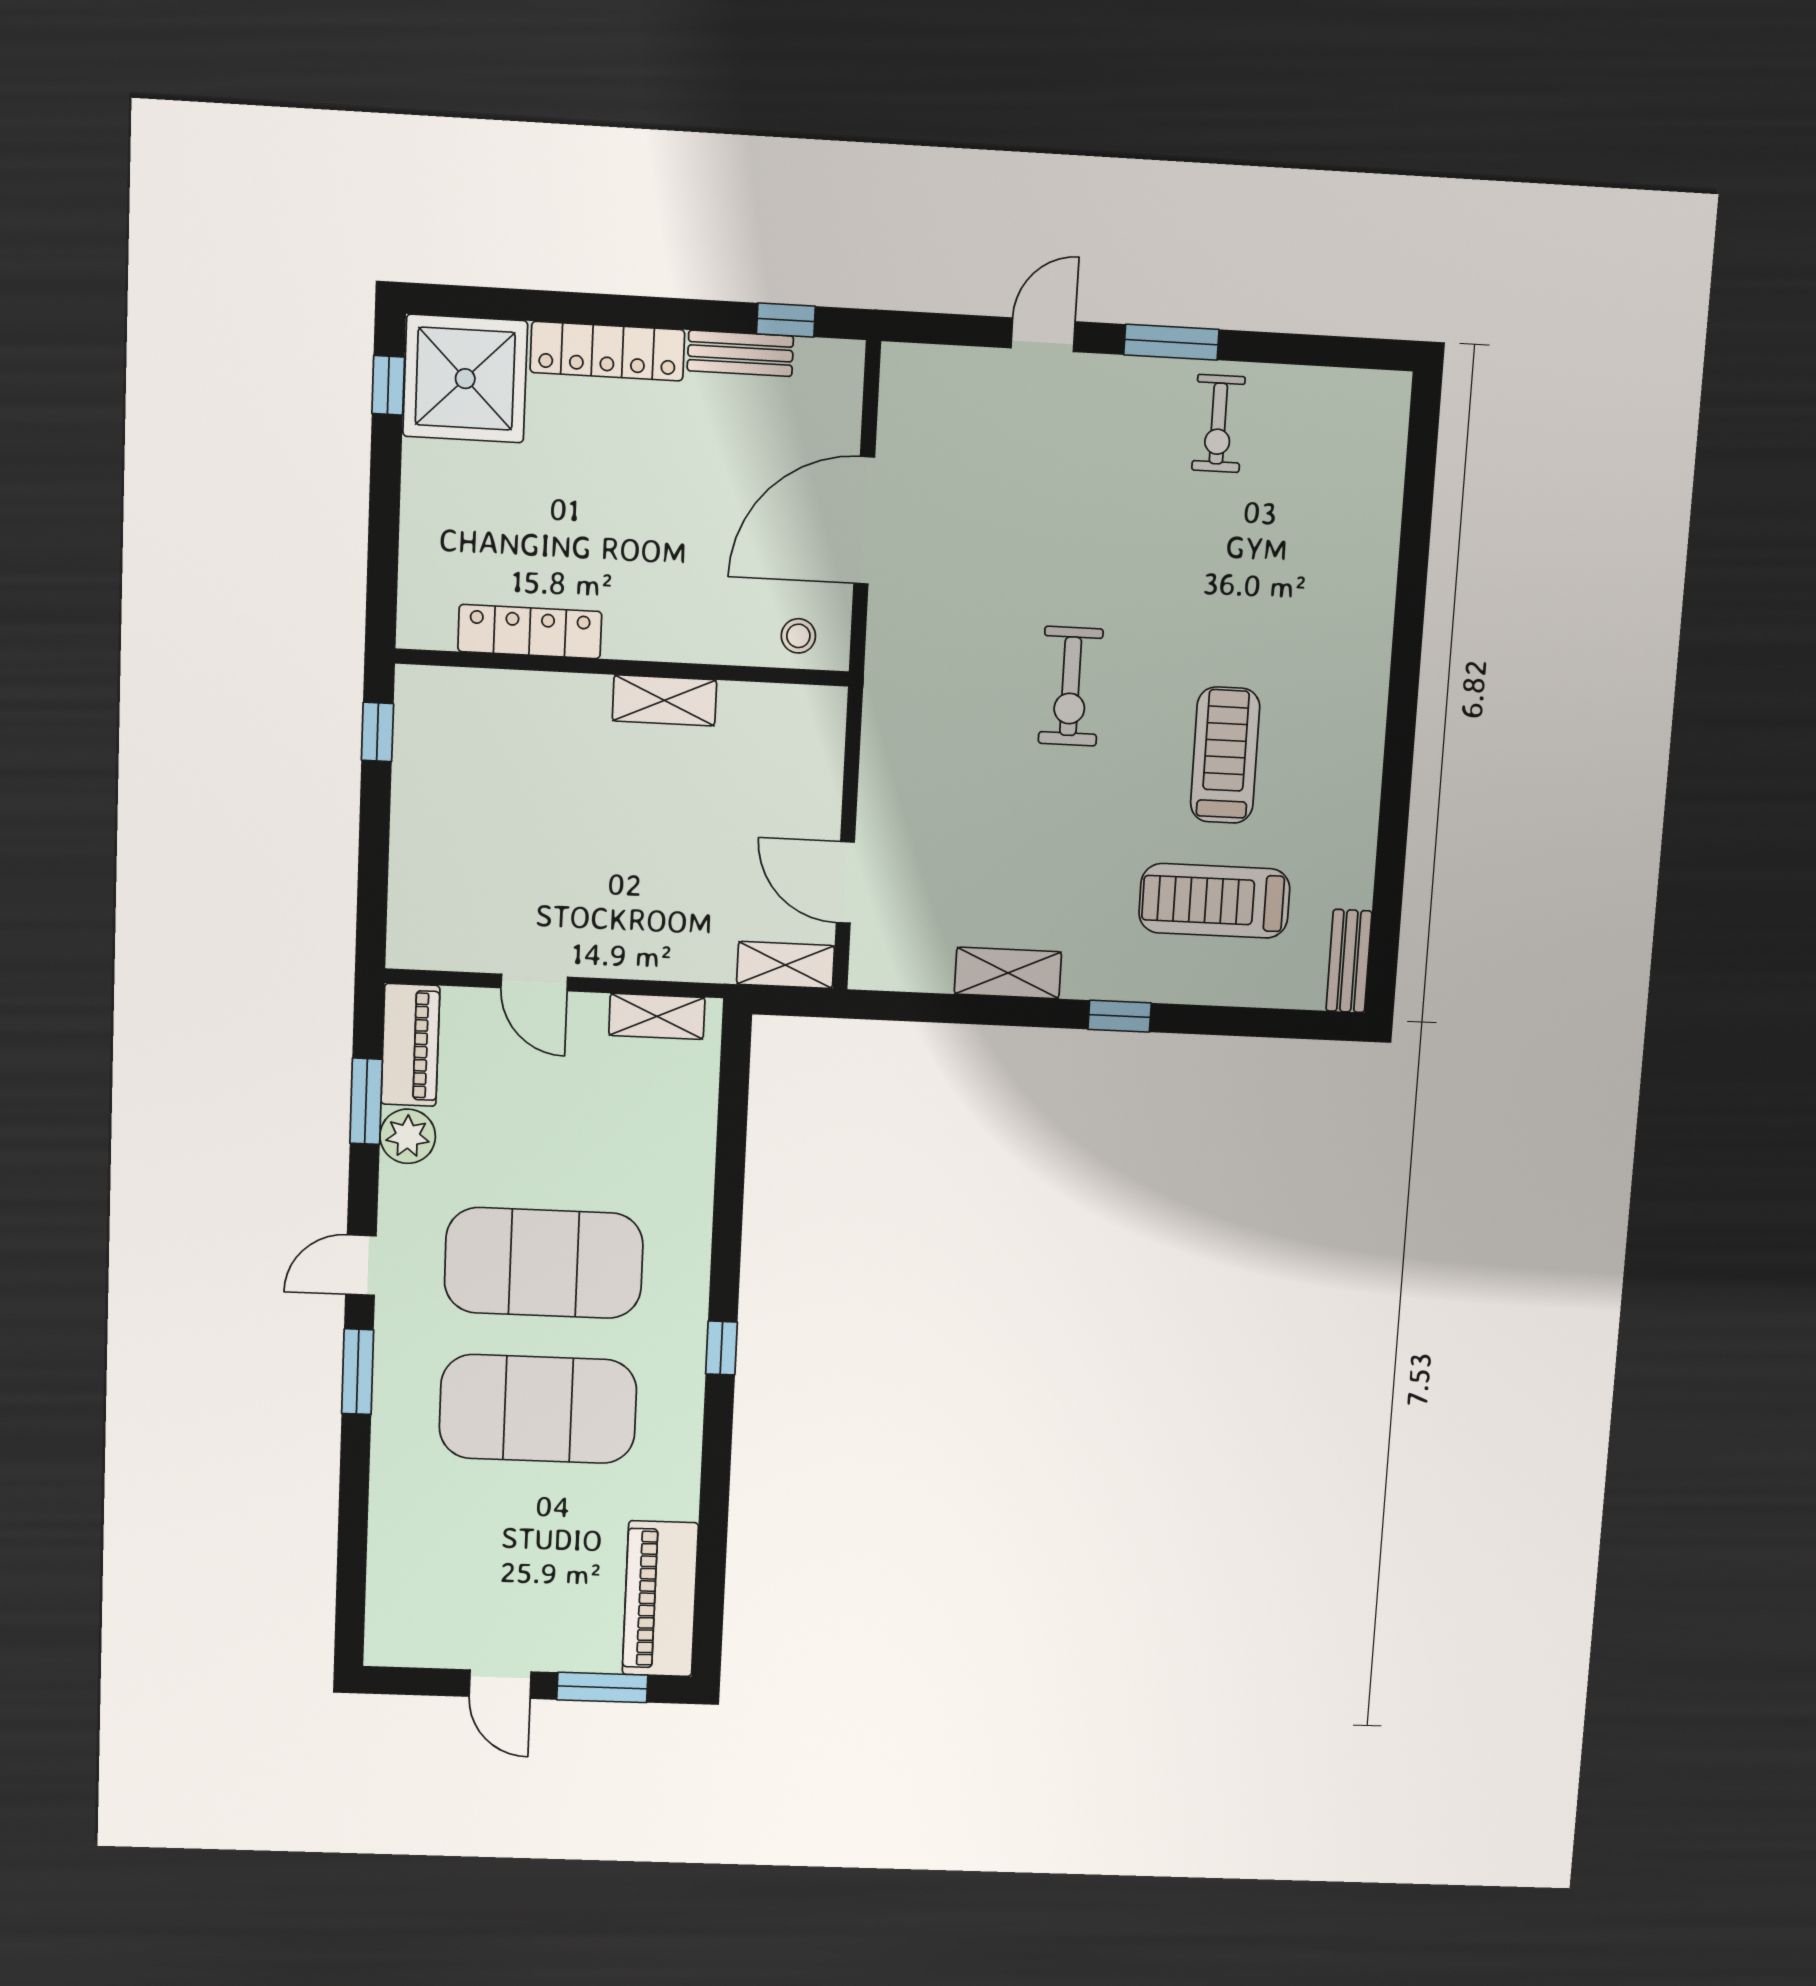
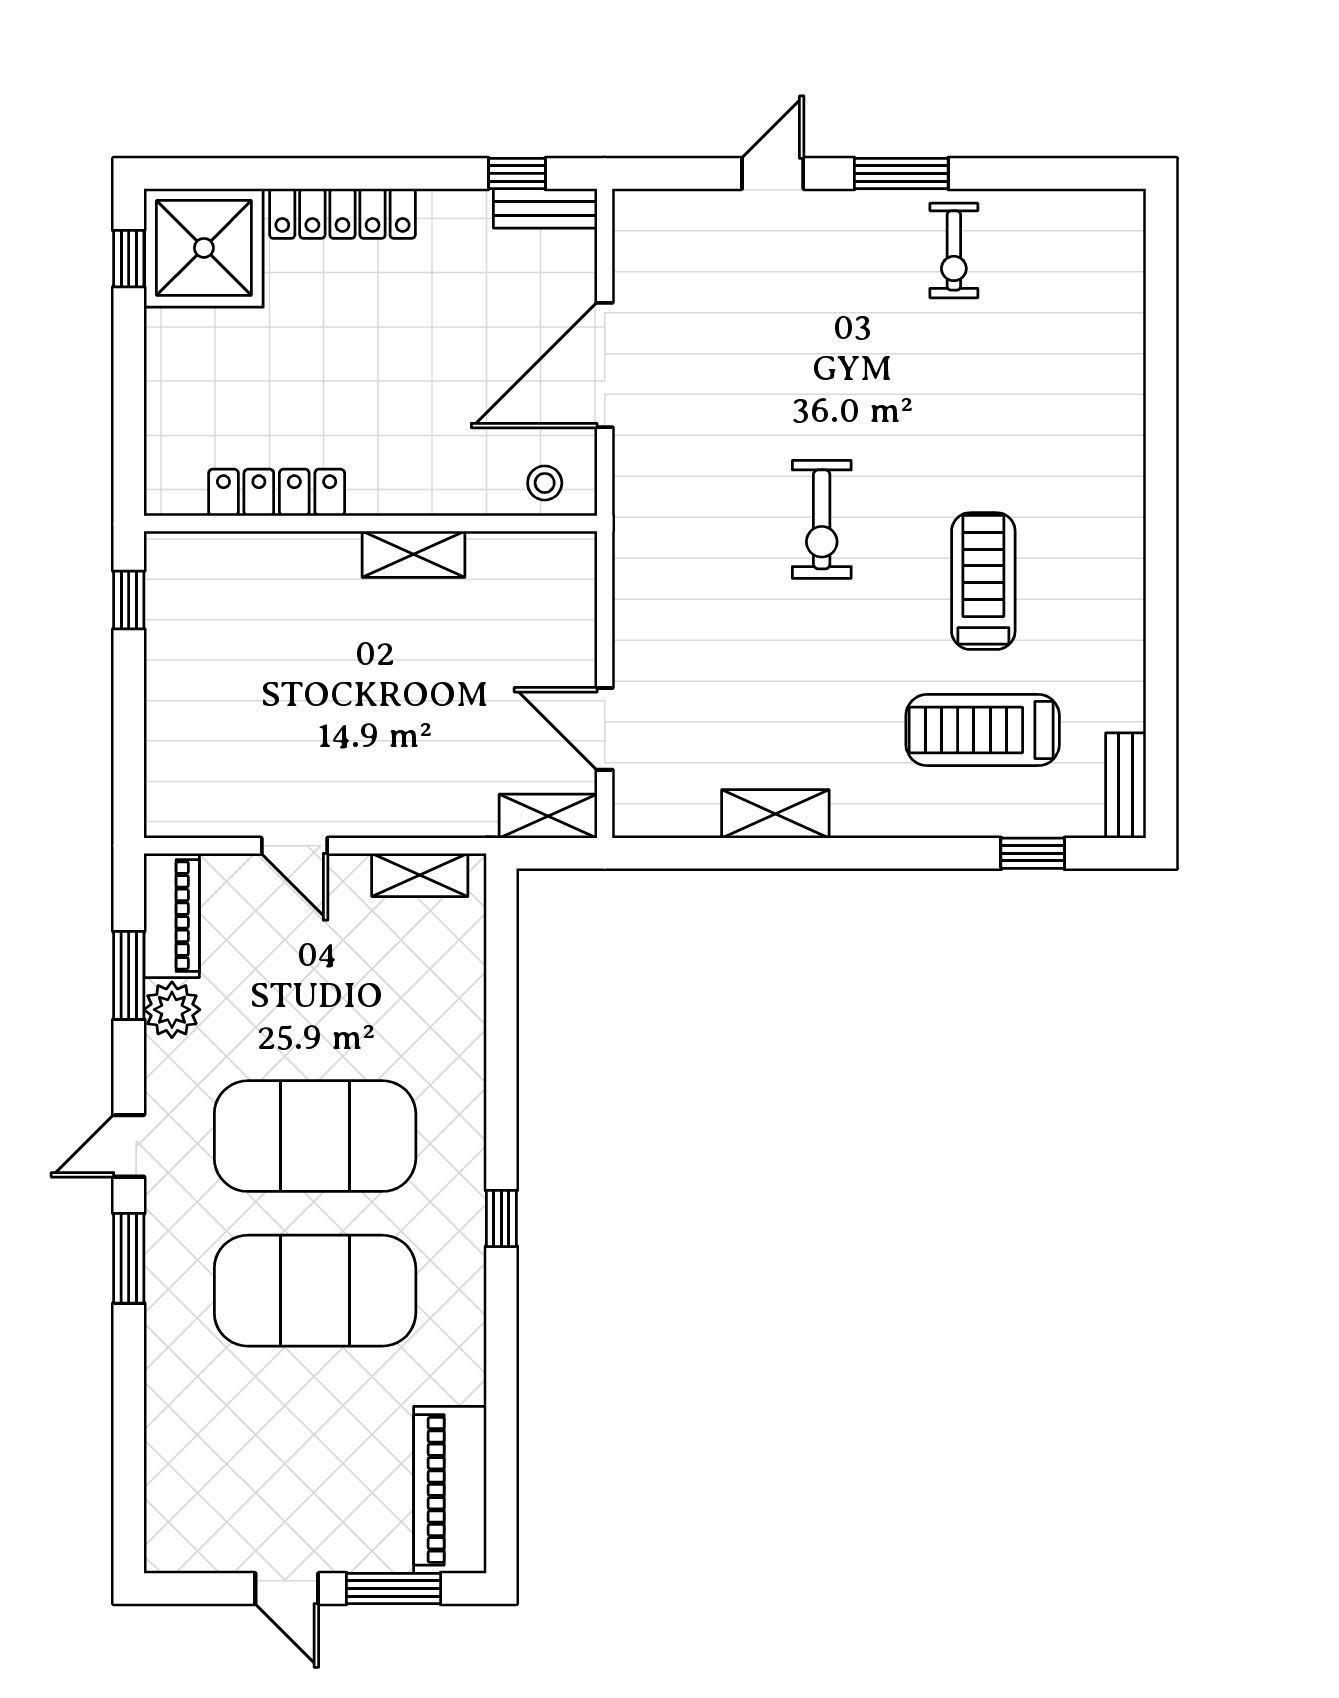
bench: (740, 353) -> (545, 208), moved
window: (1120, 1016) -> (1033, 853), moved

